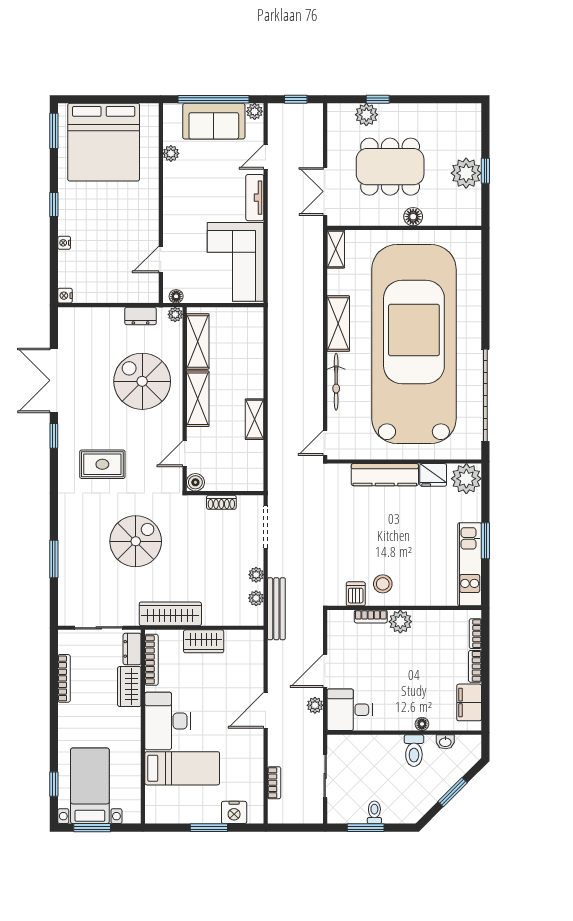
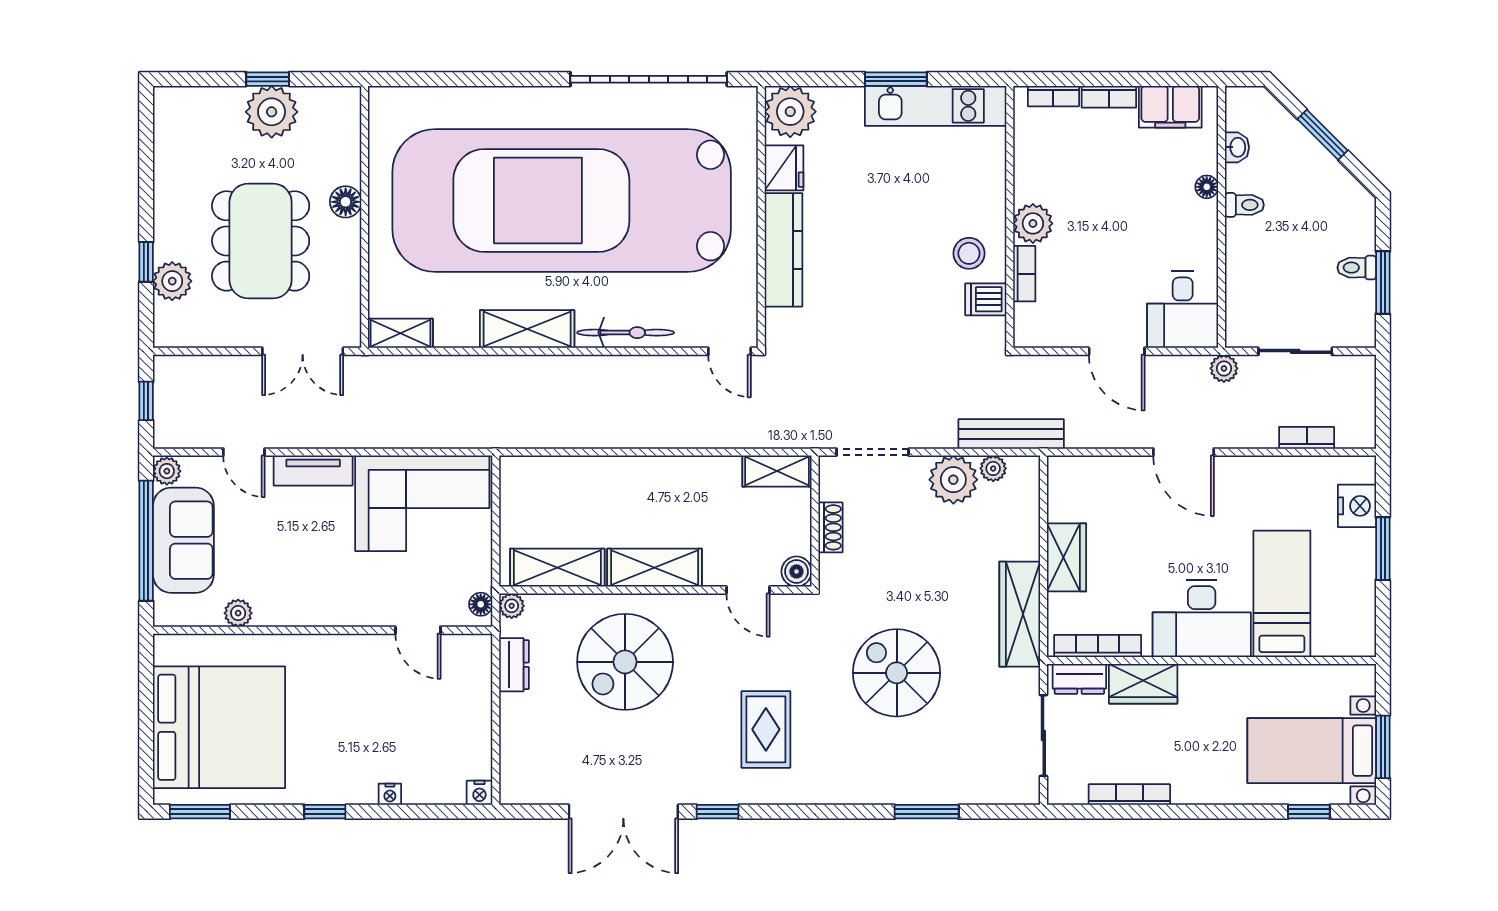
shelving: (255, 419) -> (777, 471), moved
plant: (256, 575) -> (953, 480), width x1.88, depth x1.88
plant: (315, 705) -> (1224, 368), moved
toilet: (414, 751) -> (1244, 205), width x0.73, depth x0.72

